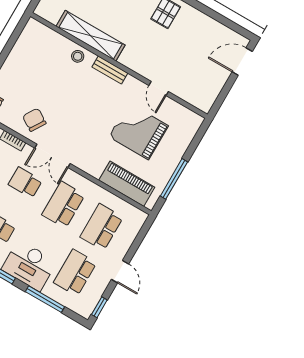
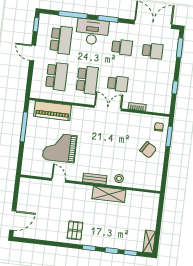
shelving: (91, 36) -> (109, 194), width x0.68
chair: (34, 120) -> (148, 150), moved
grand piano: (138, 131) -> (60, 148), turned 180

